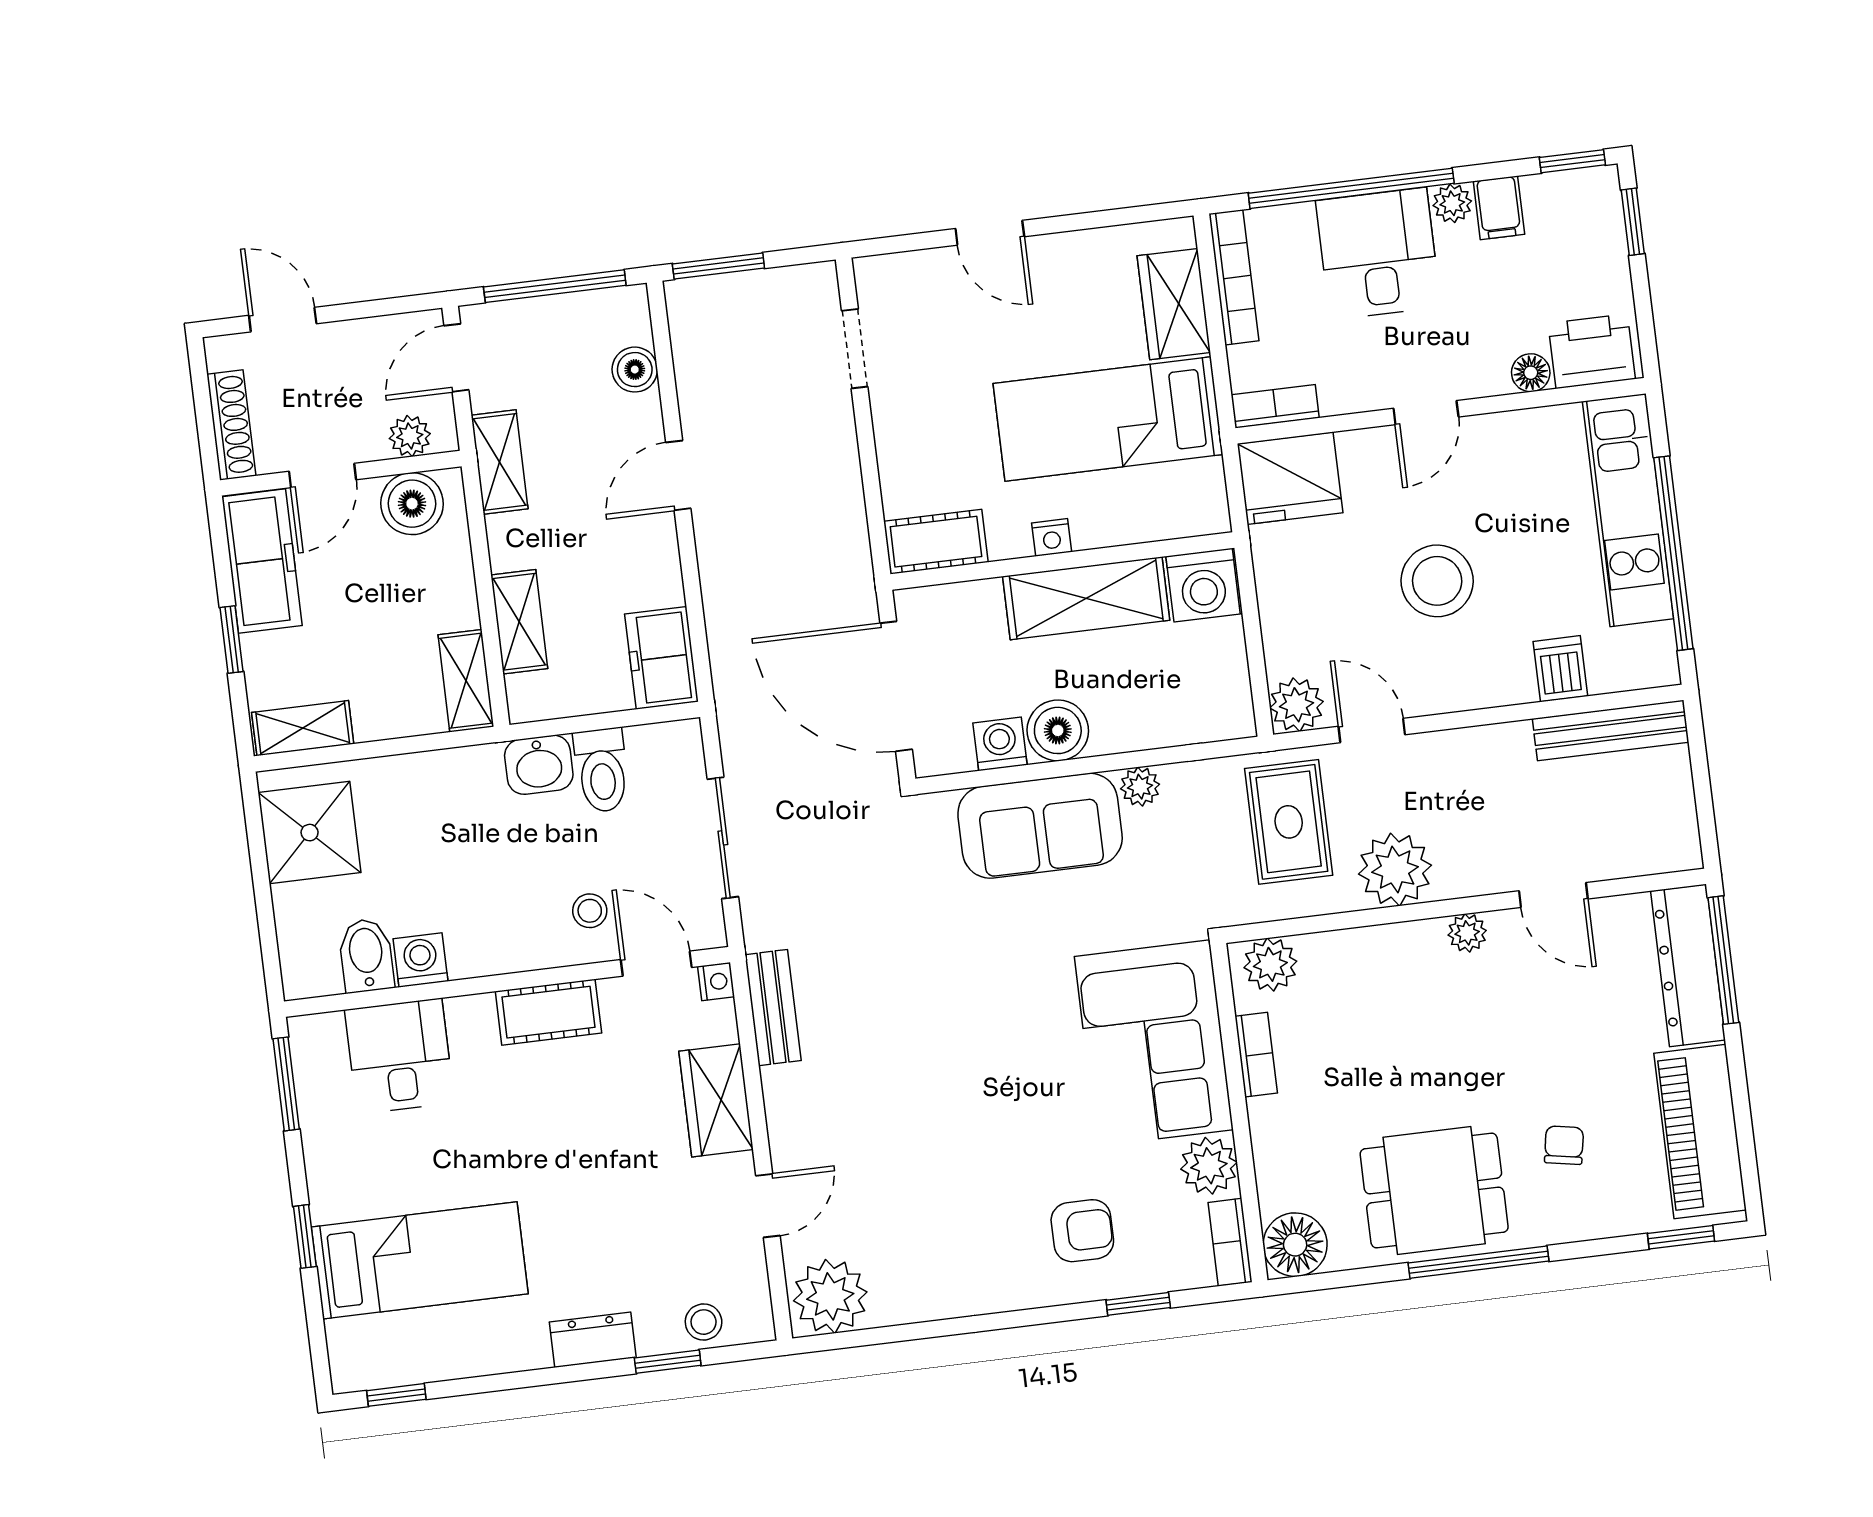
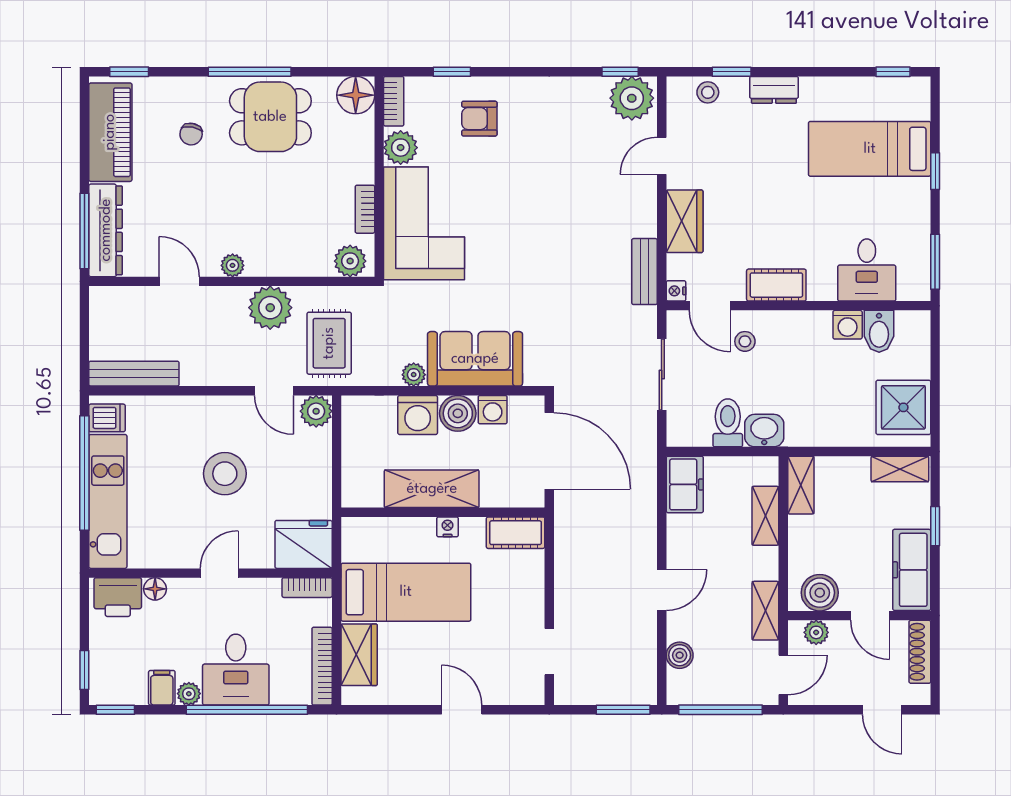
door: (322, 475) -> (870, 616), swing flipped
washing machine: (1203, 585) -> (418, 415), moved, turned 180
dishwasher: (1560, 669) -> (107, 418), moved, turned -90
window: (855, 1339) -> (620, 72), added

